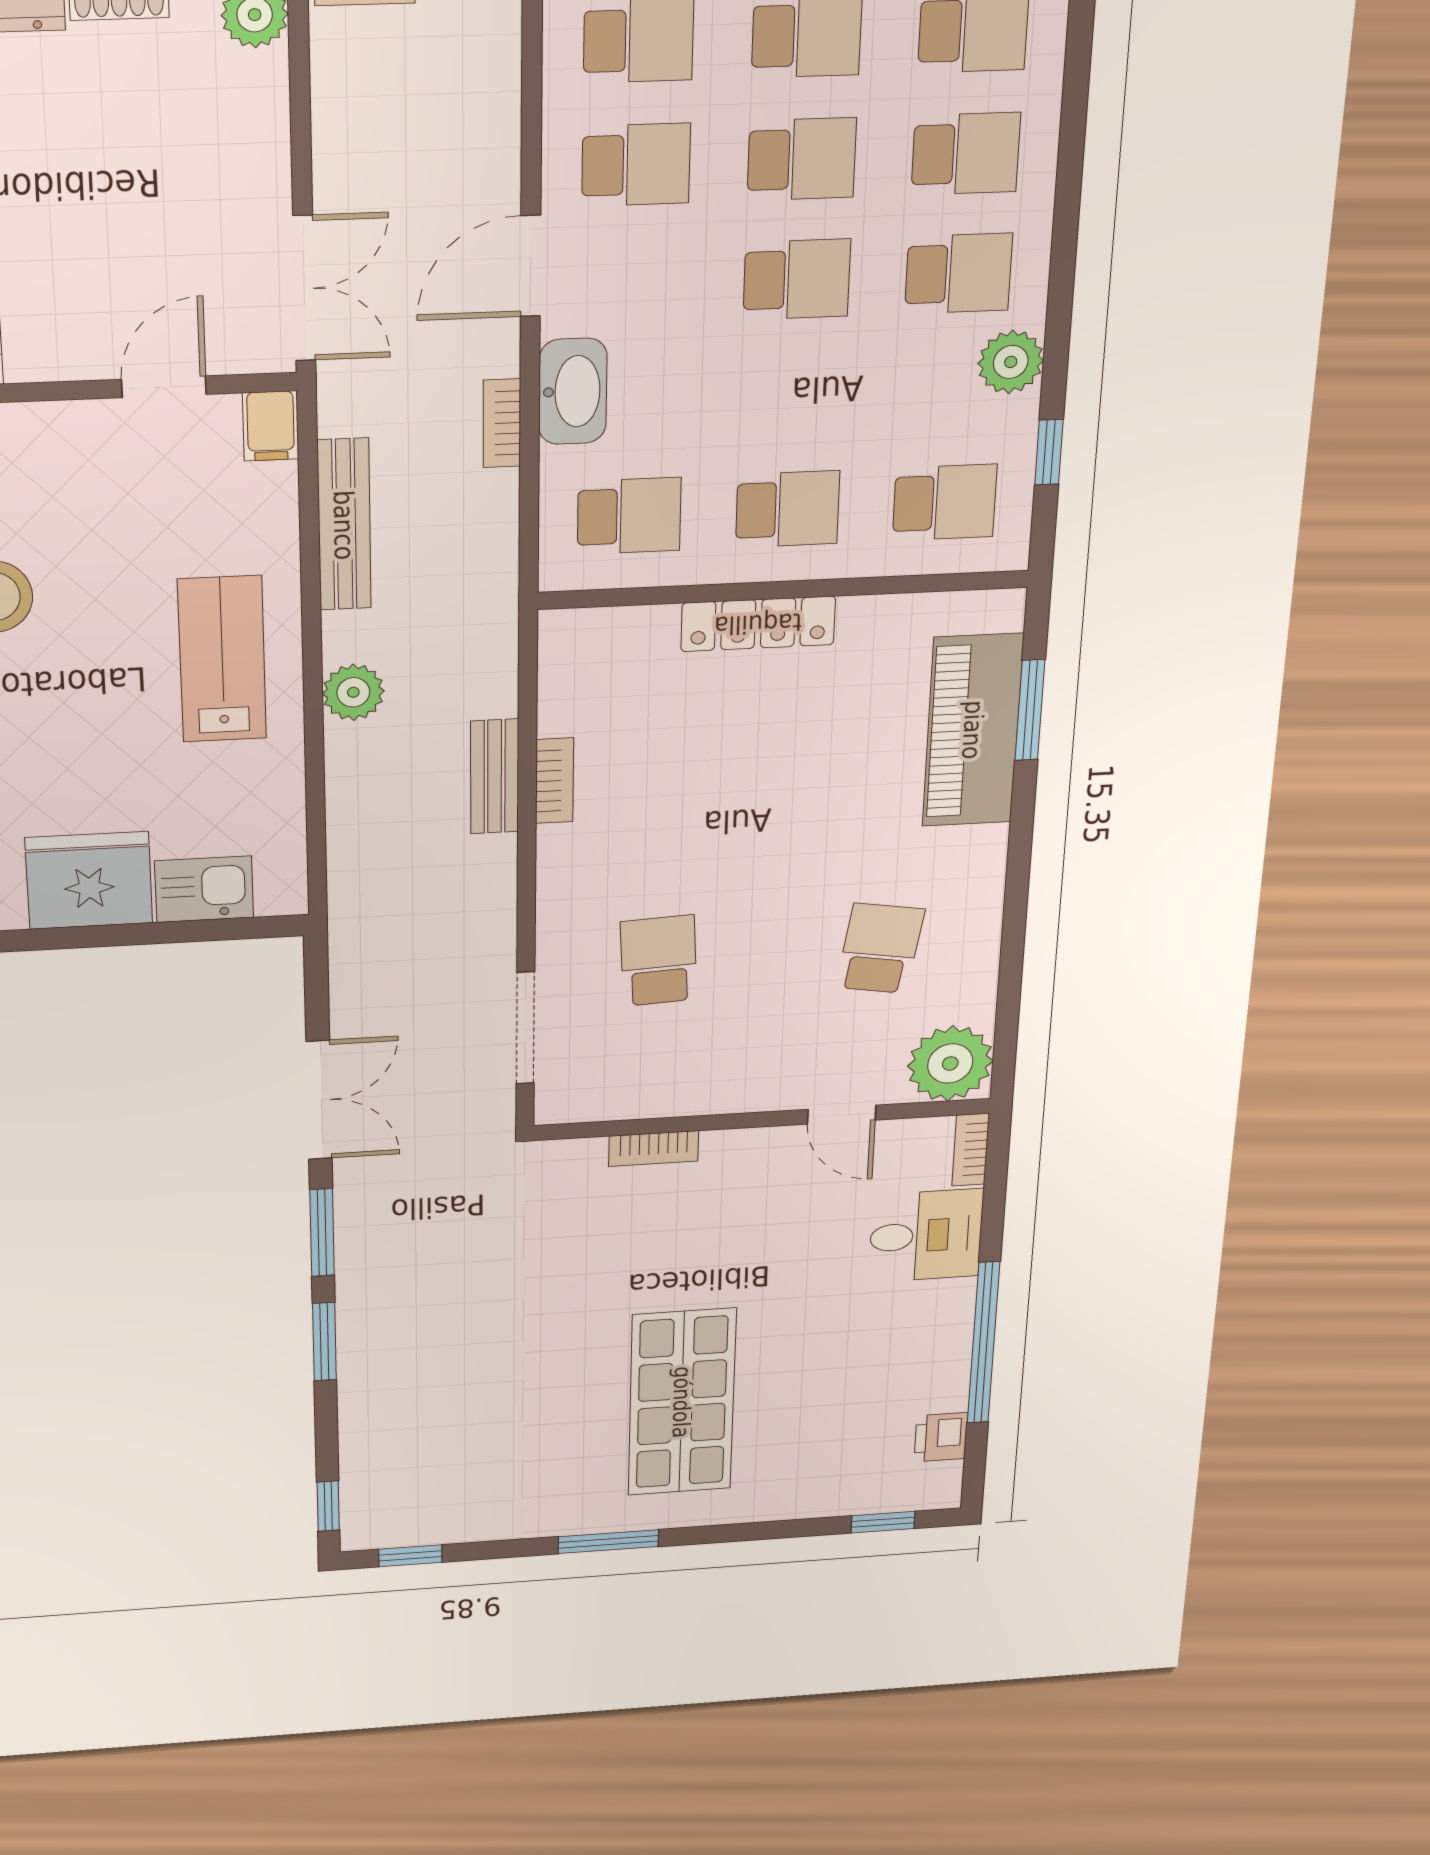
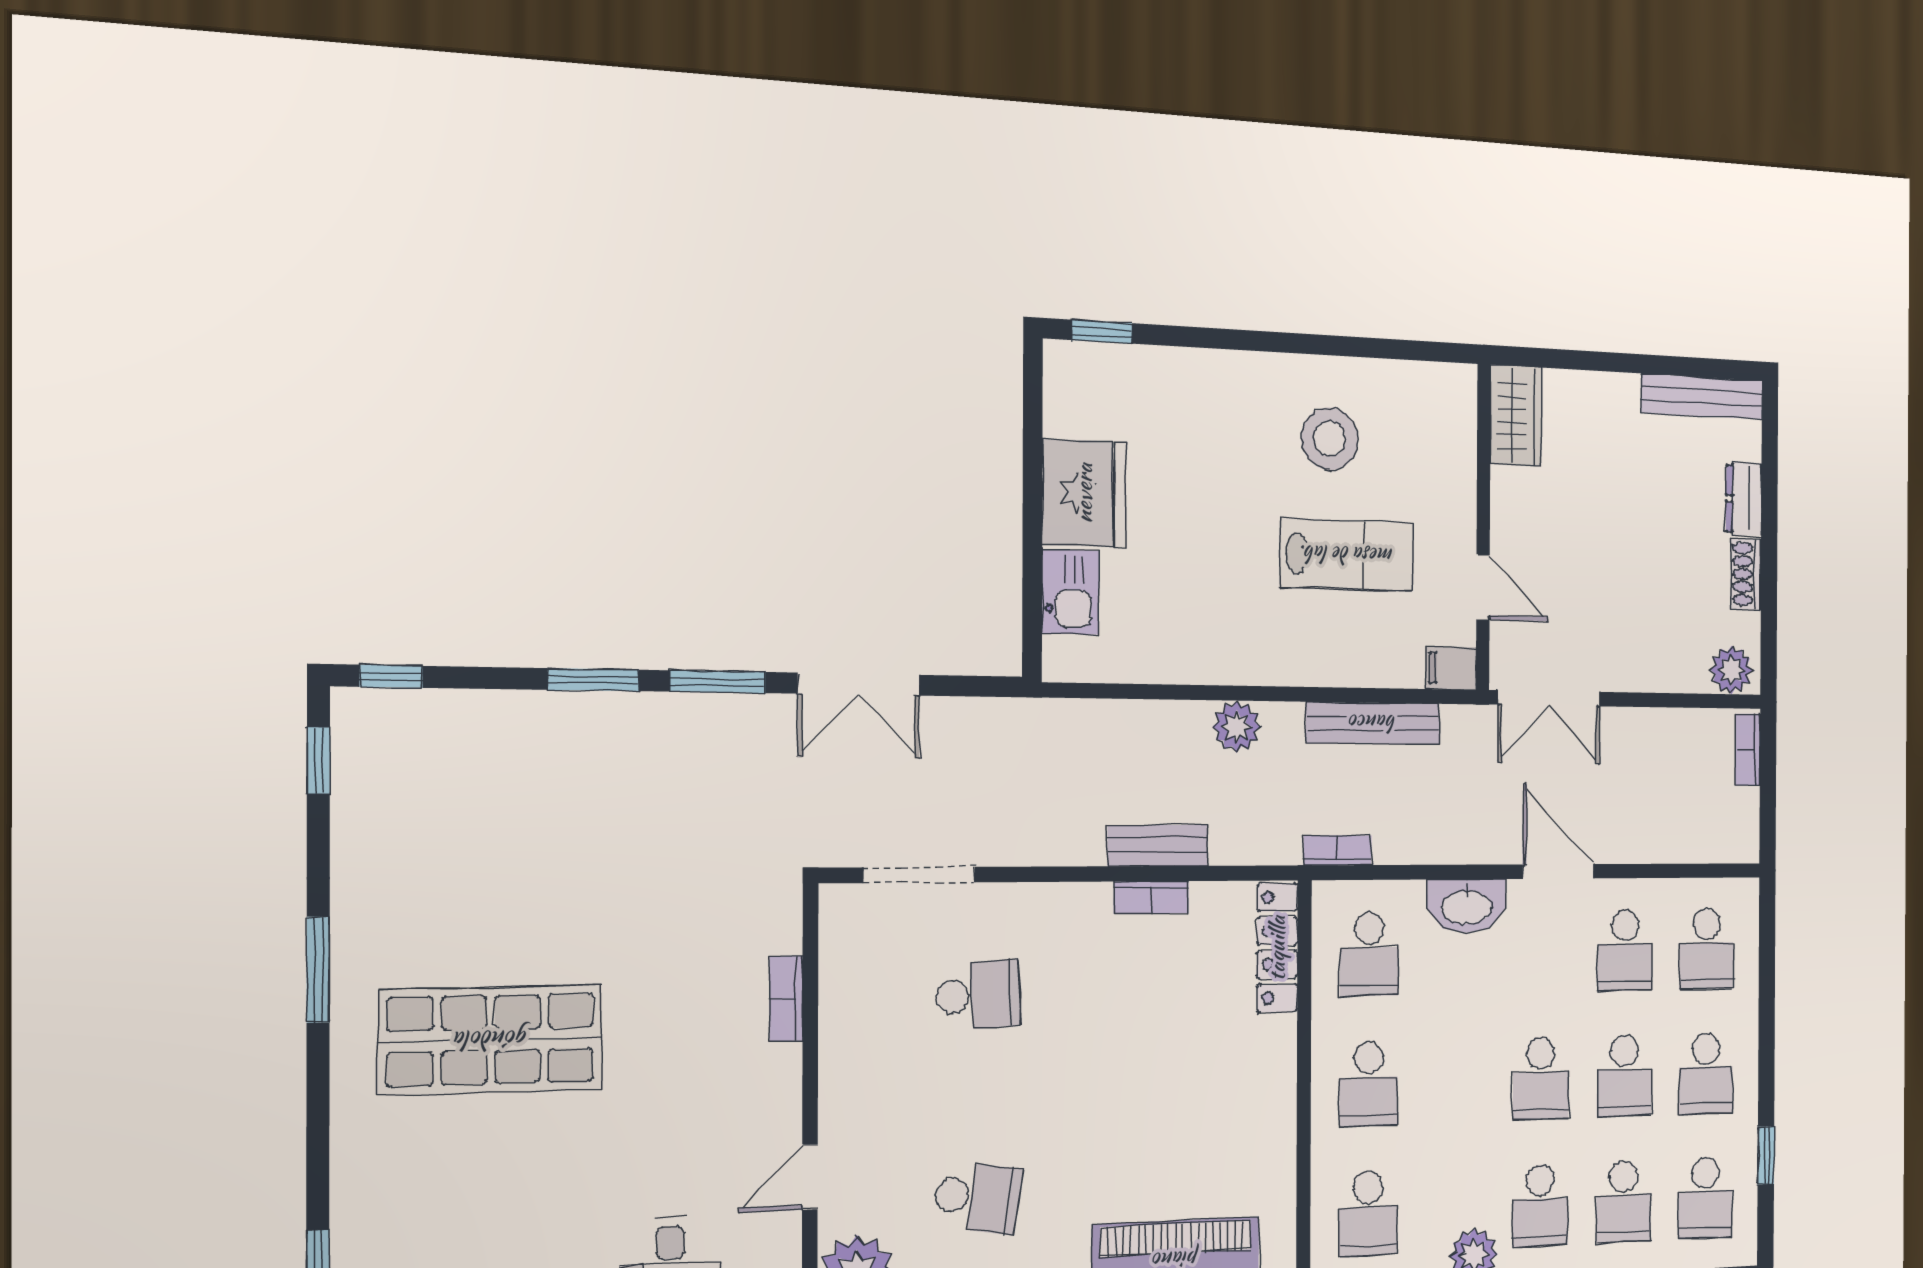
bookcase: (502, 423) -> (1338, 850), moved
locker: (758, 624) -> (1277, 948), moved
lab bench: (222, 659) -> (1347, 555), moved

